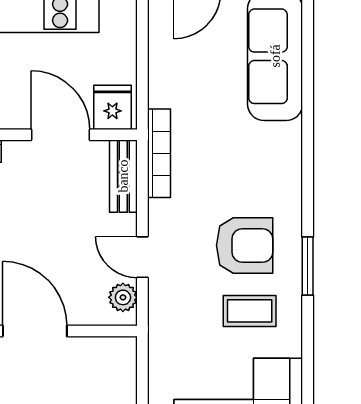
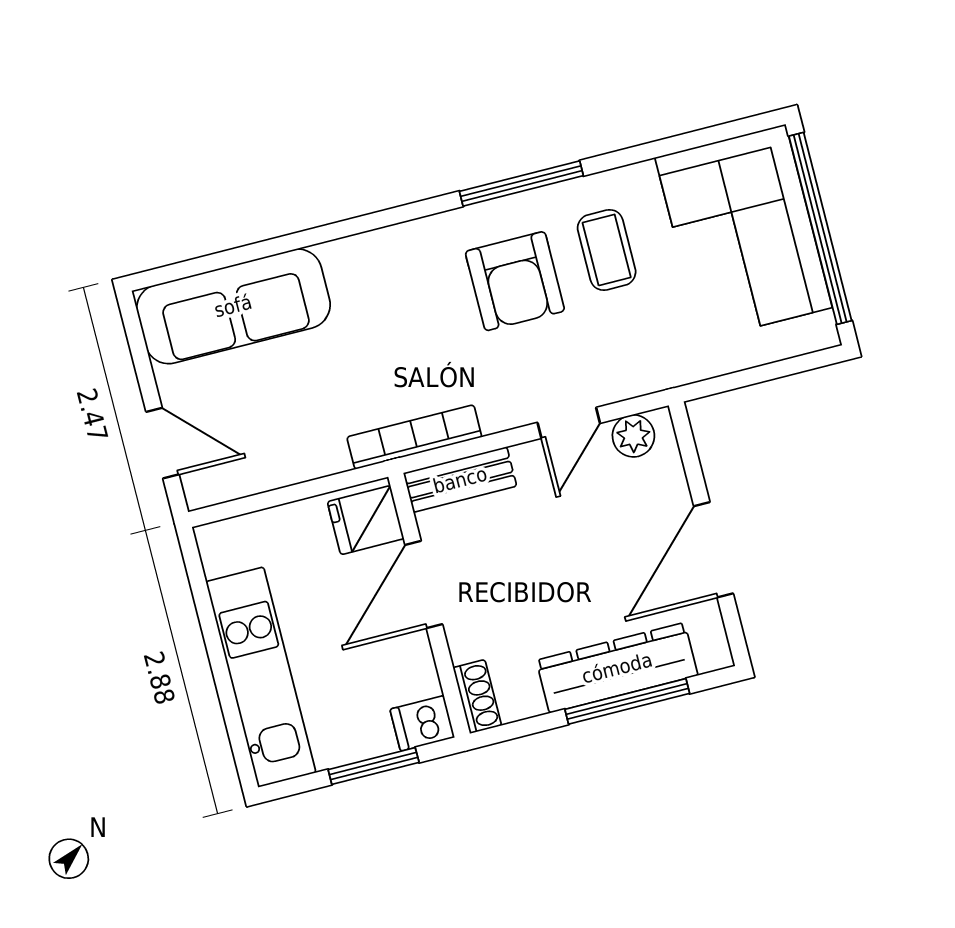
armchair: (245, 245) -> (515, 281), turned 180
window: (308, 266) -> (521, 184), width x1.44

